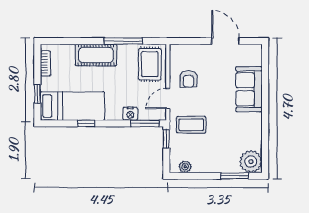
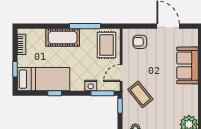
armchair: (188, 79) -> (140, 42), moved, turned 90
coffee table: (191, 125) -> (140, 94), turned 51

